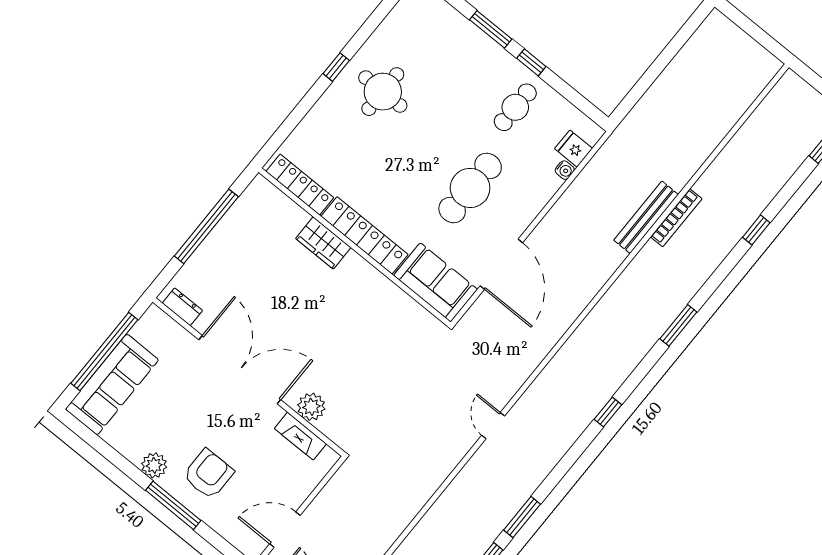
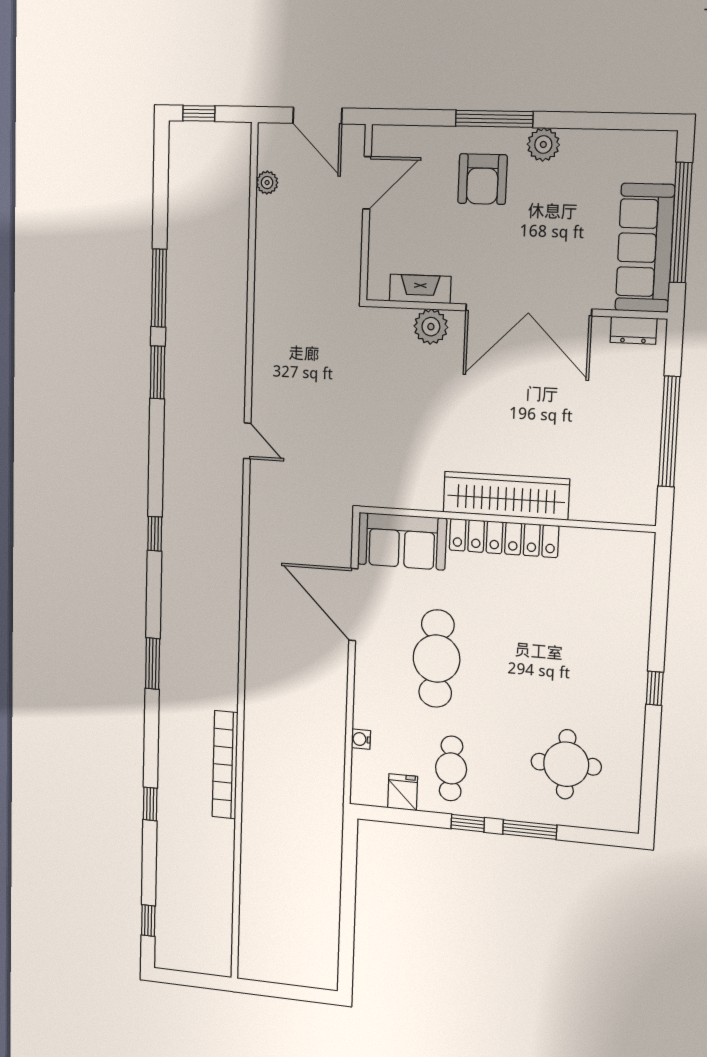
round table: (383, 92) -> (566, 764), moved
fridge: (574, 149) -> (403, 792), moved, turned -90
locker: (300, 185) -> (605, 543), removed
bench: (646, 217) -> (255, 746), removed
bookcase: (676, 218) -> (225, 765), width x1.48, depth x1.31
wardrobe: (323, 243) -> (506, 496), width x2.10, depth x1.17
sofa: (112, 384) -> (645, 248), moved

